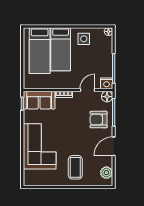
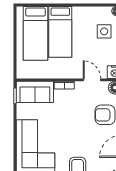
side table: (84, 39) -> (104, 31), moved
door: (87, 90) -> (92, 80), hinge flipped

